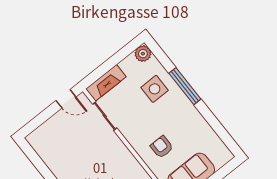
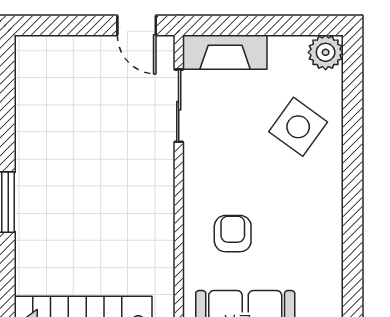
window: (185, 86) -> (353, 163), removed
side table: (155, 89) -> (298, 127), turned 36

